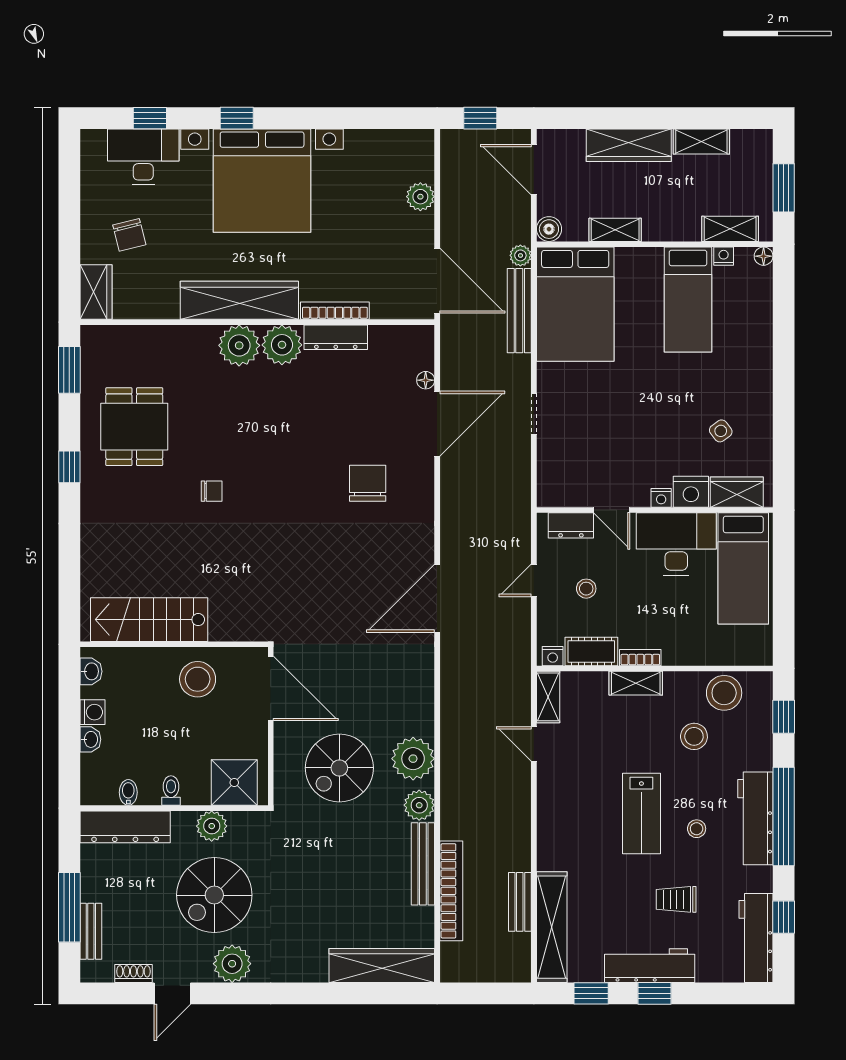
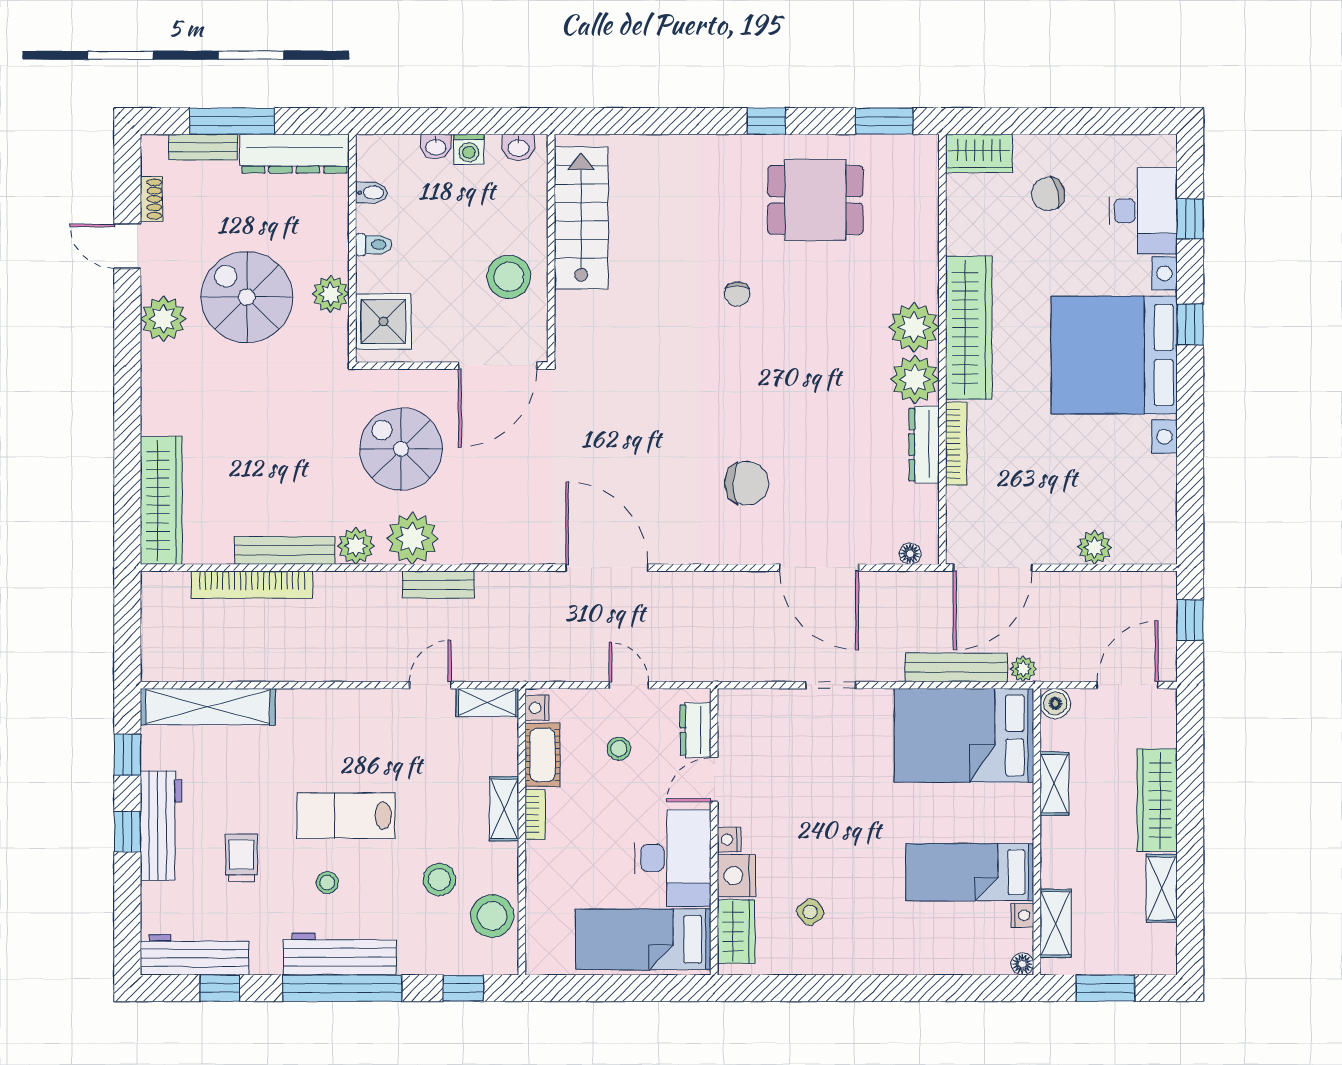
floor lamp: (426, 380) -> (910, 554), moved
dresser: (125, 827) -> (294, 154), moved, turned -90
bench: (520, 902) -> (438, 585), moved

